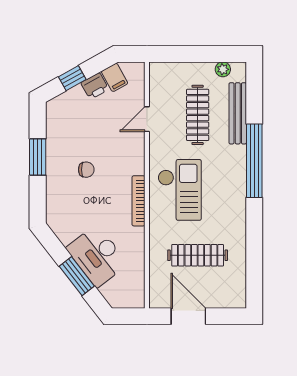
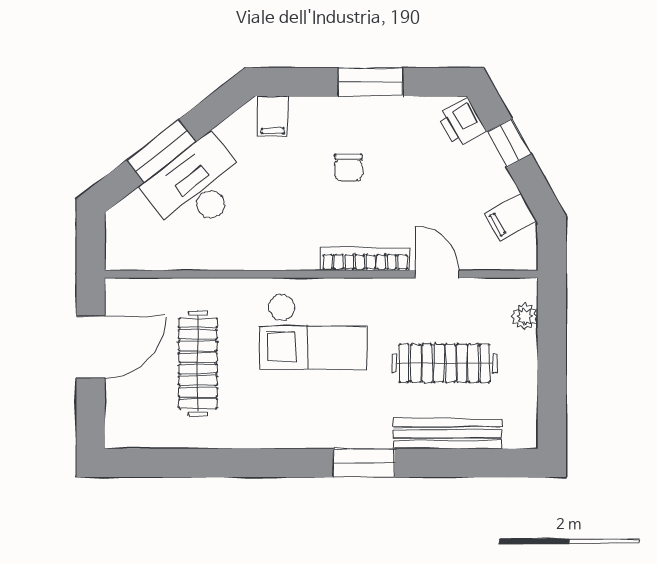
plant: (223, 69) -> (525, 317), moved
printer: (95, 86) -> (462, 122), moved
window: (254, 161) -> (364, 463), width x0.47
bookcase: (138, 201) -> (365, 259), moved
filing cabinet: (57, 213) -> (272, 116), added

